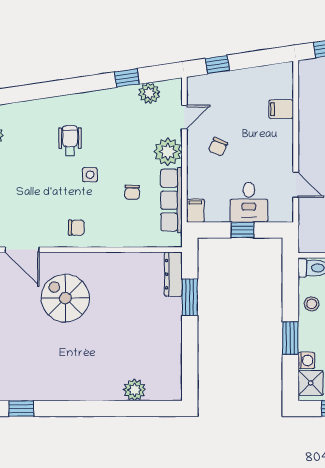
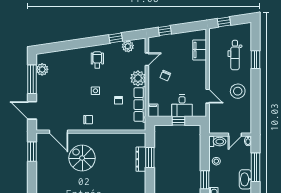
filing cabinet: (281, 109) -> (200, 50), width x2.00
wheelchair: (70, 141) -> (97, 60), moved
dresser: (173, 274) -> (141, 159), moved

